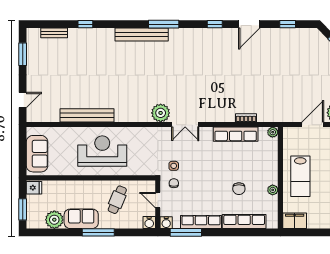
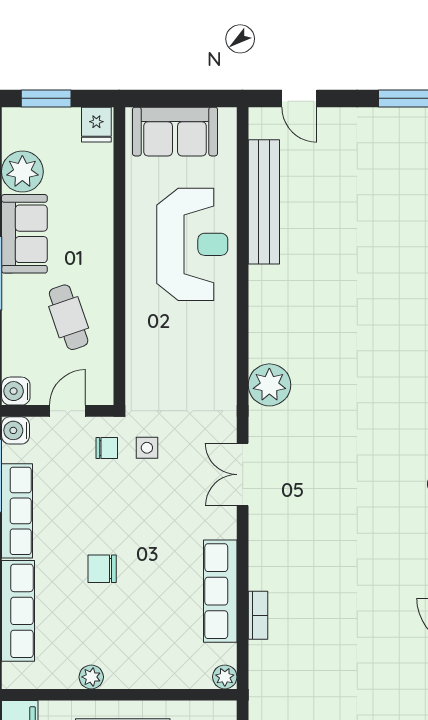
plant: (161, 113) -> (269, 385), moved
bench: (87, 115) -> (264, 202), moved
reception desk: (102, 151) -> (192, 244), moved
chair: (239, 189) -> (102, 569), moved
cafe table: (117, 200) -> (69, 317), turned 48

